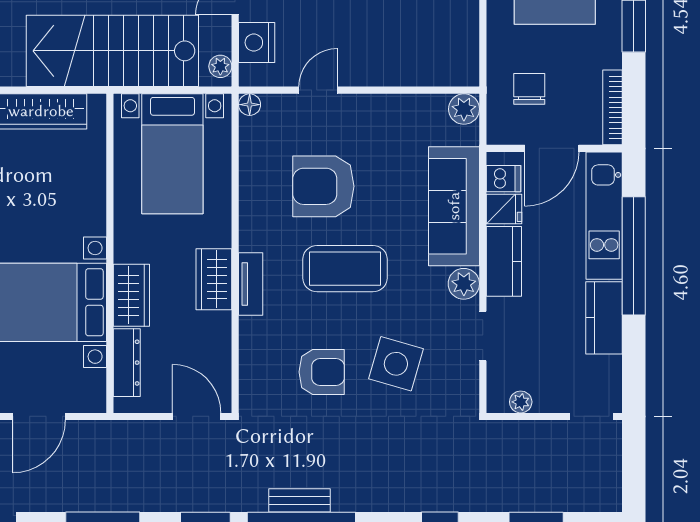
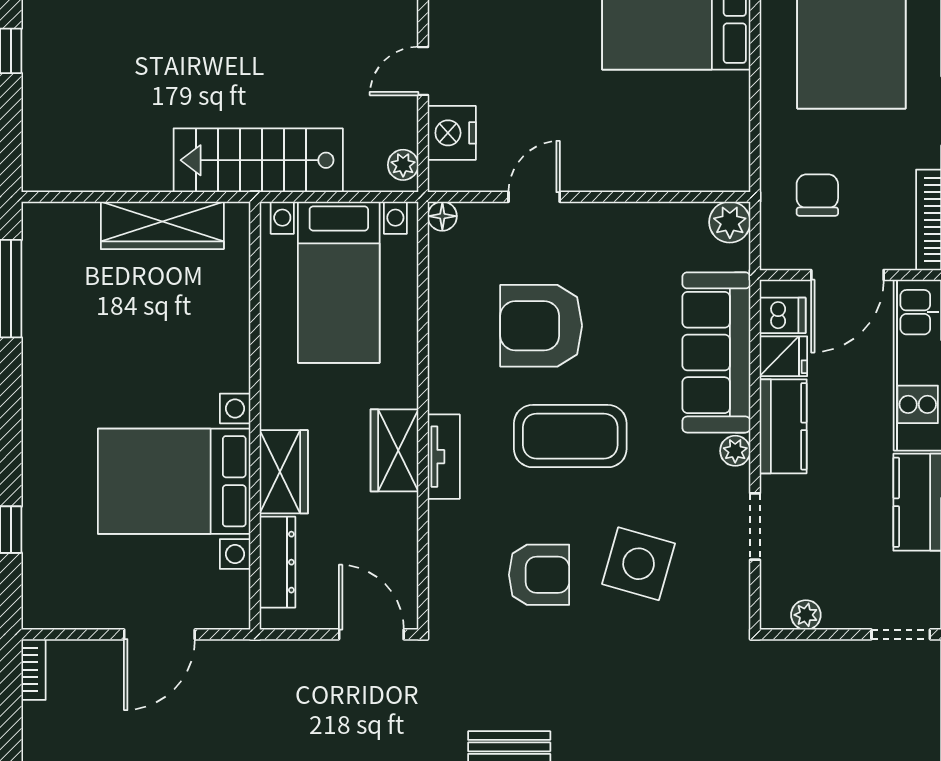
stairs: (112, 51) -> (258, 160), width x0.73, depth x0.66
plant: (464, 284) -> (735, 451), width x0.73, depth x0.73

